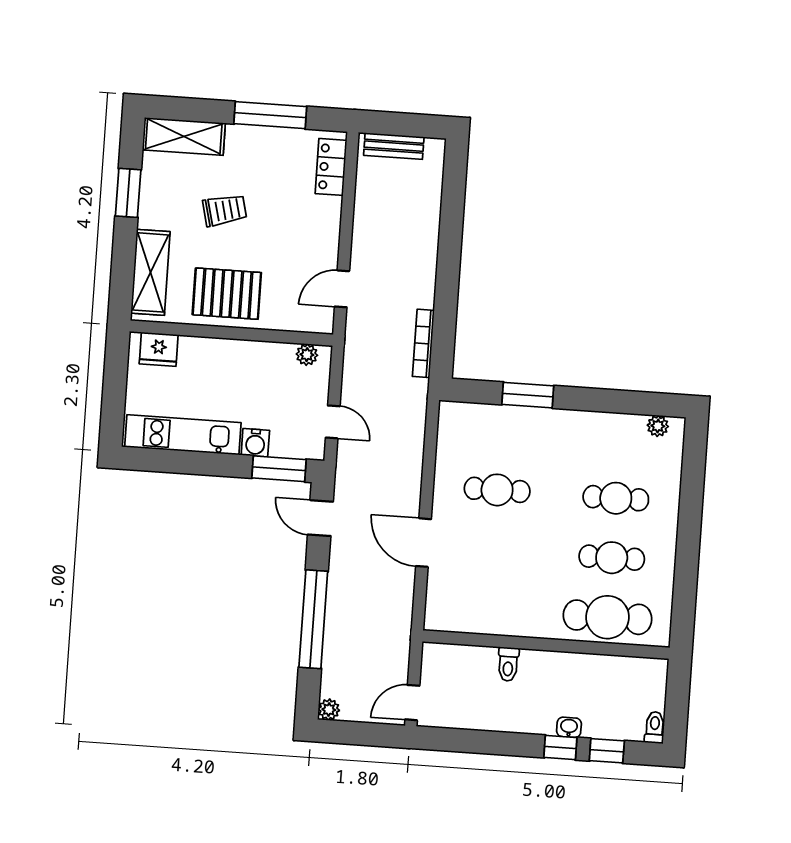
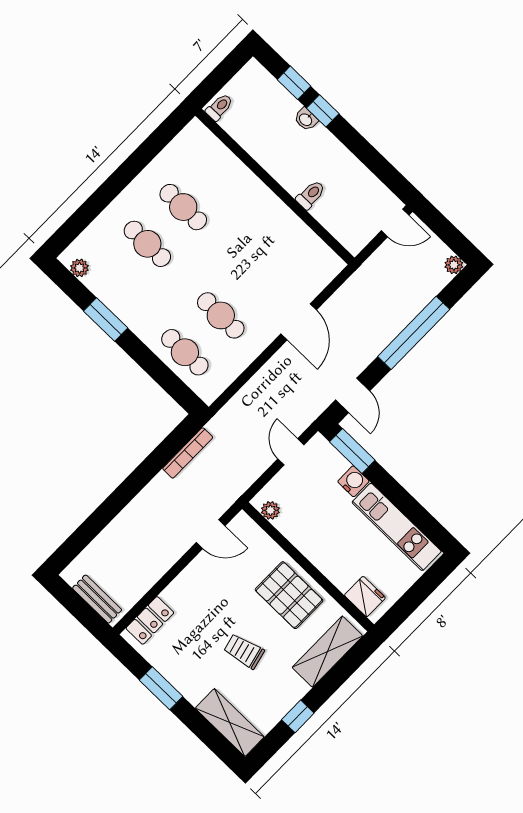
window: (270, 115) -> (161, 688), width x0.69
window: (128, 193) -> (298, 716), width x0.67
window: (528, 395) -> (106, 320), moved
cafe table: (608, 617) -> (185, 352), moved, width x0.73, depth x0.74
toilet: (655, 727) -> (219, 107), moved, turned 180

